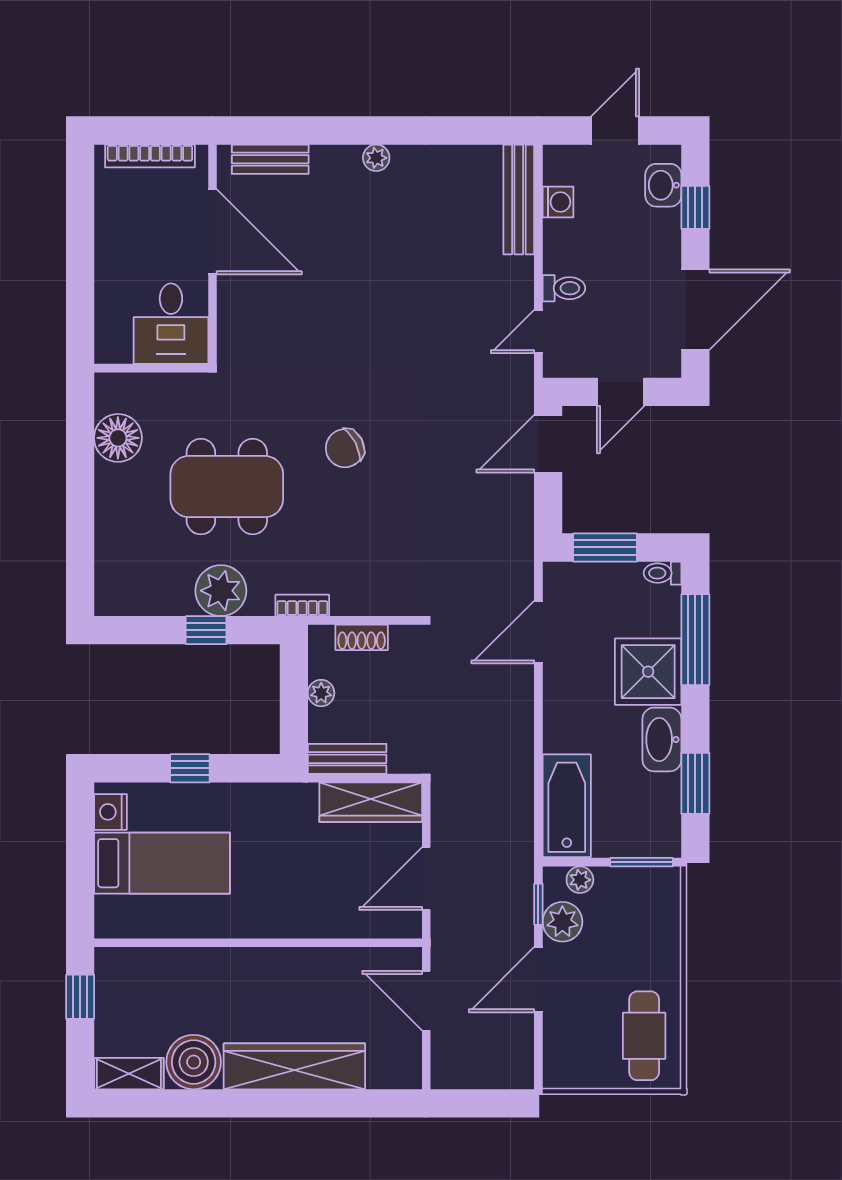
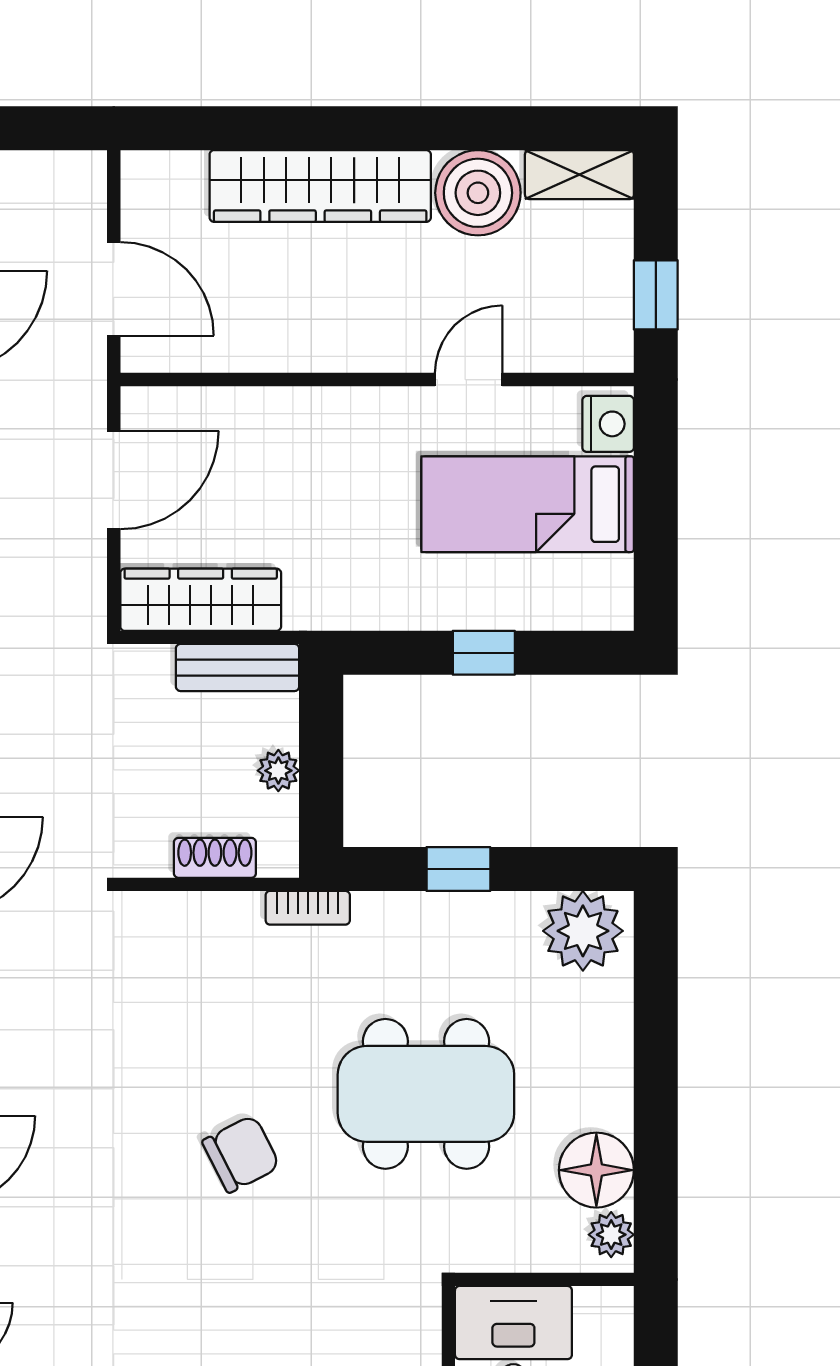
plant: (109, 397) -> (611, 1235), added
plant: (221, 591) -> (583, 931), moved
nightstand: (110, 812) -> (608, 424), moved
door: (199, 943) -> (469, 380), added

